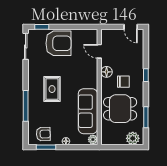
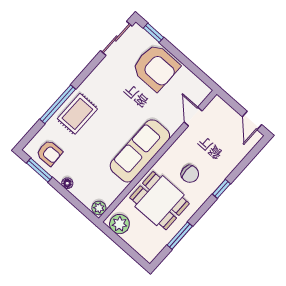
floor lamp: (107, 72) -> (181, 146), removed
rug: (52, 89) -> (77, 114), moved
sofa: (88, 111) -> (140, 151), moved
plant: (133, 138) -> (119, 224), moved

